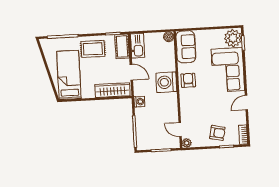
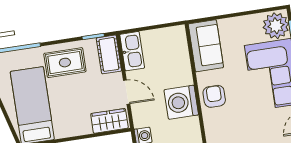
boiler: (169, 37) -> (178, 33), removed
wardrobe: (112, 90) -> (109, 121), width x0.67

